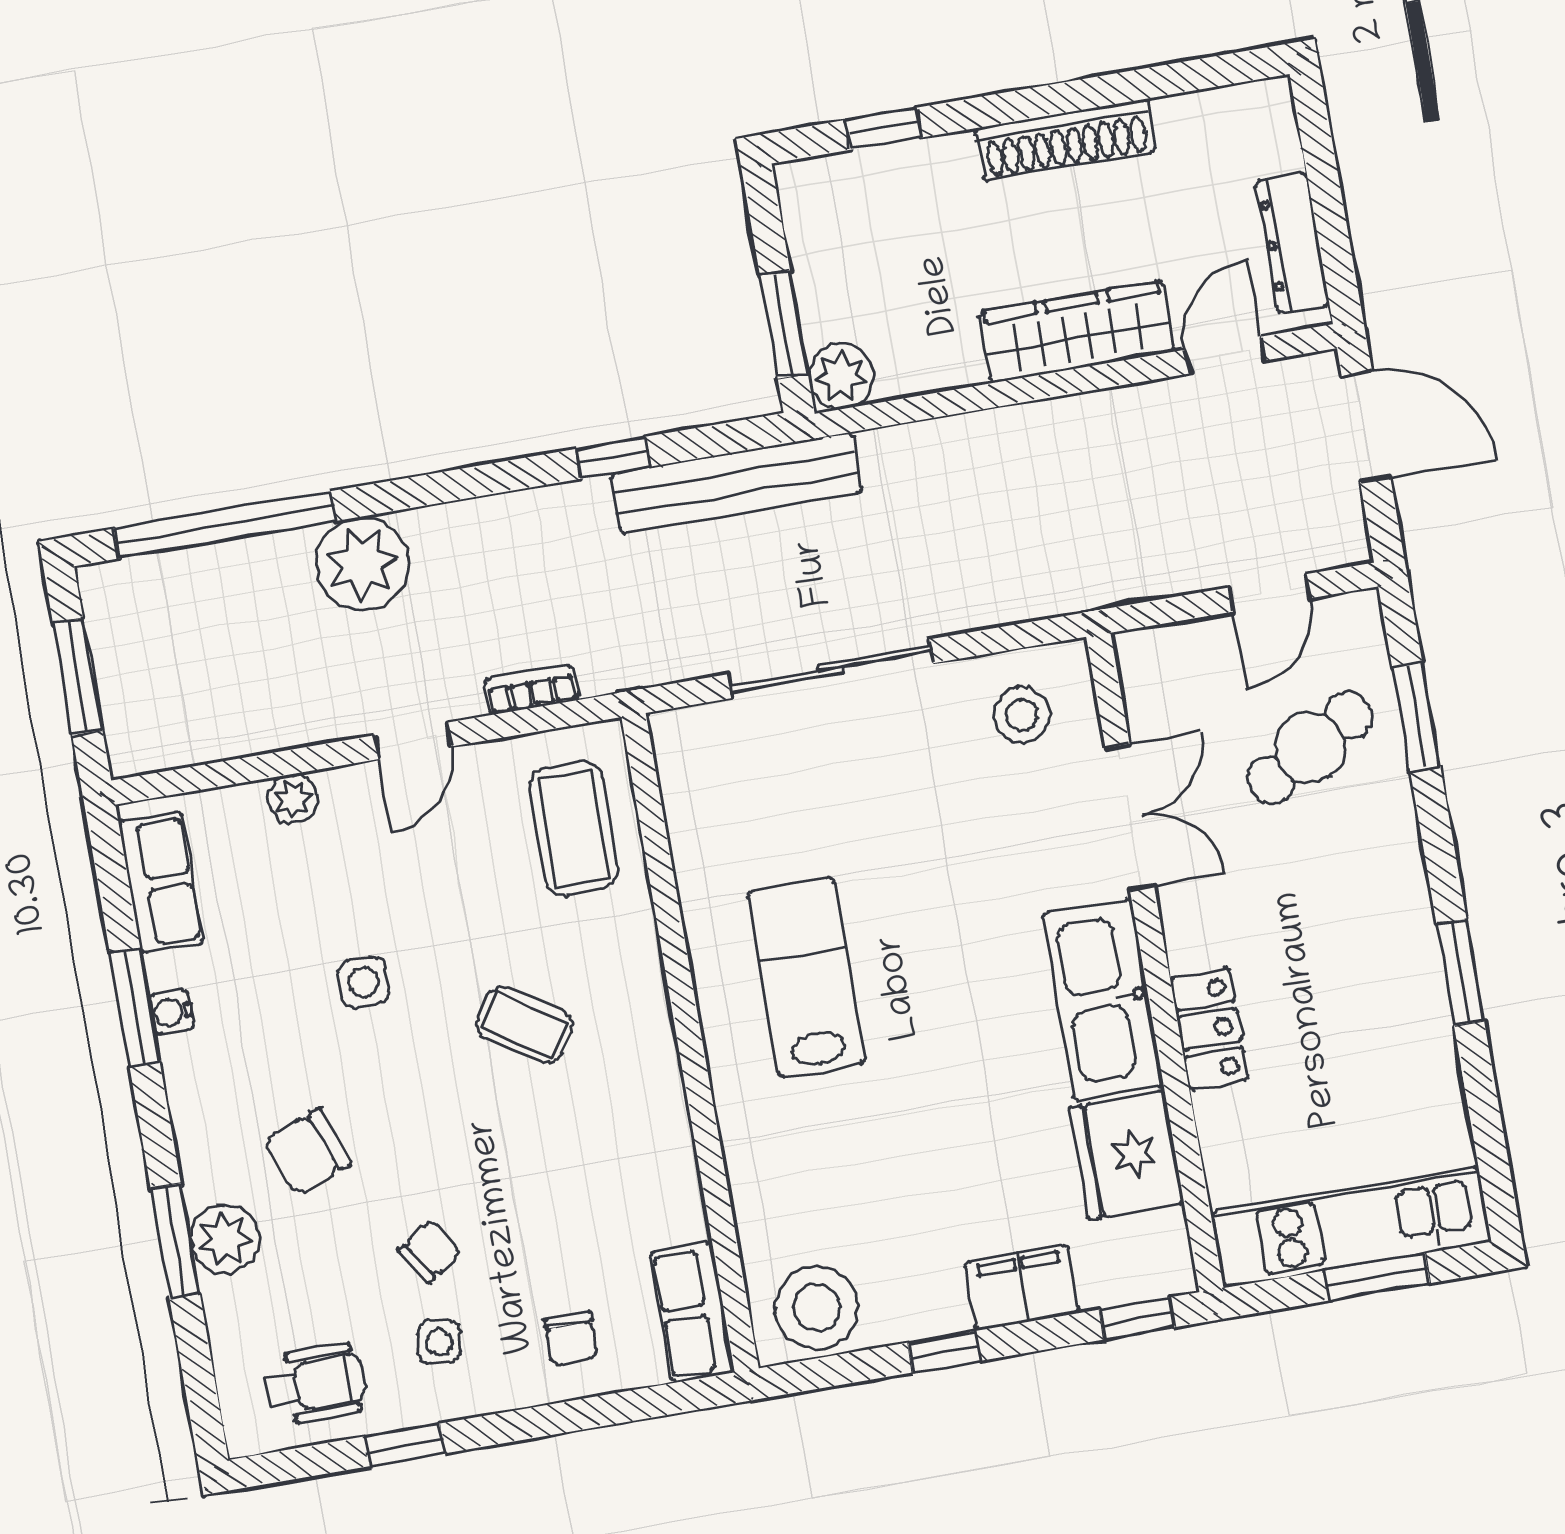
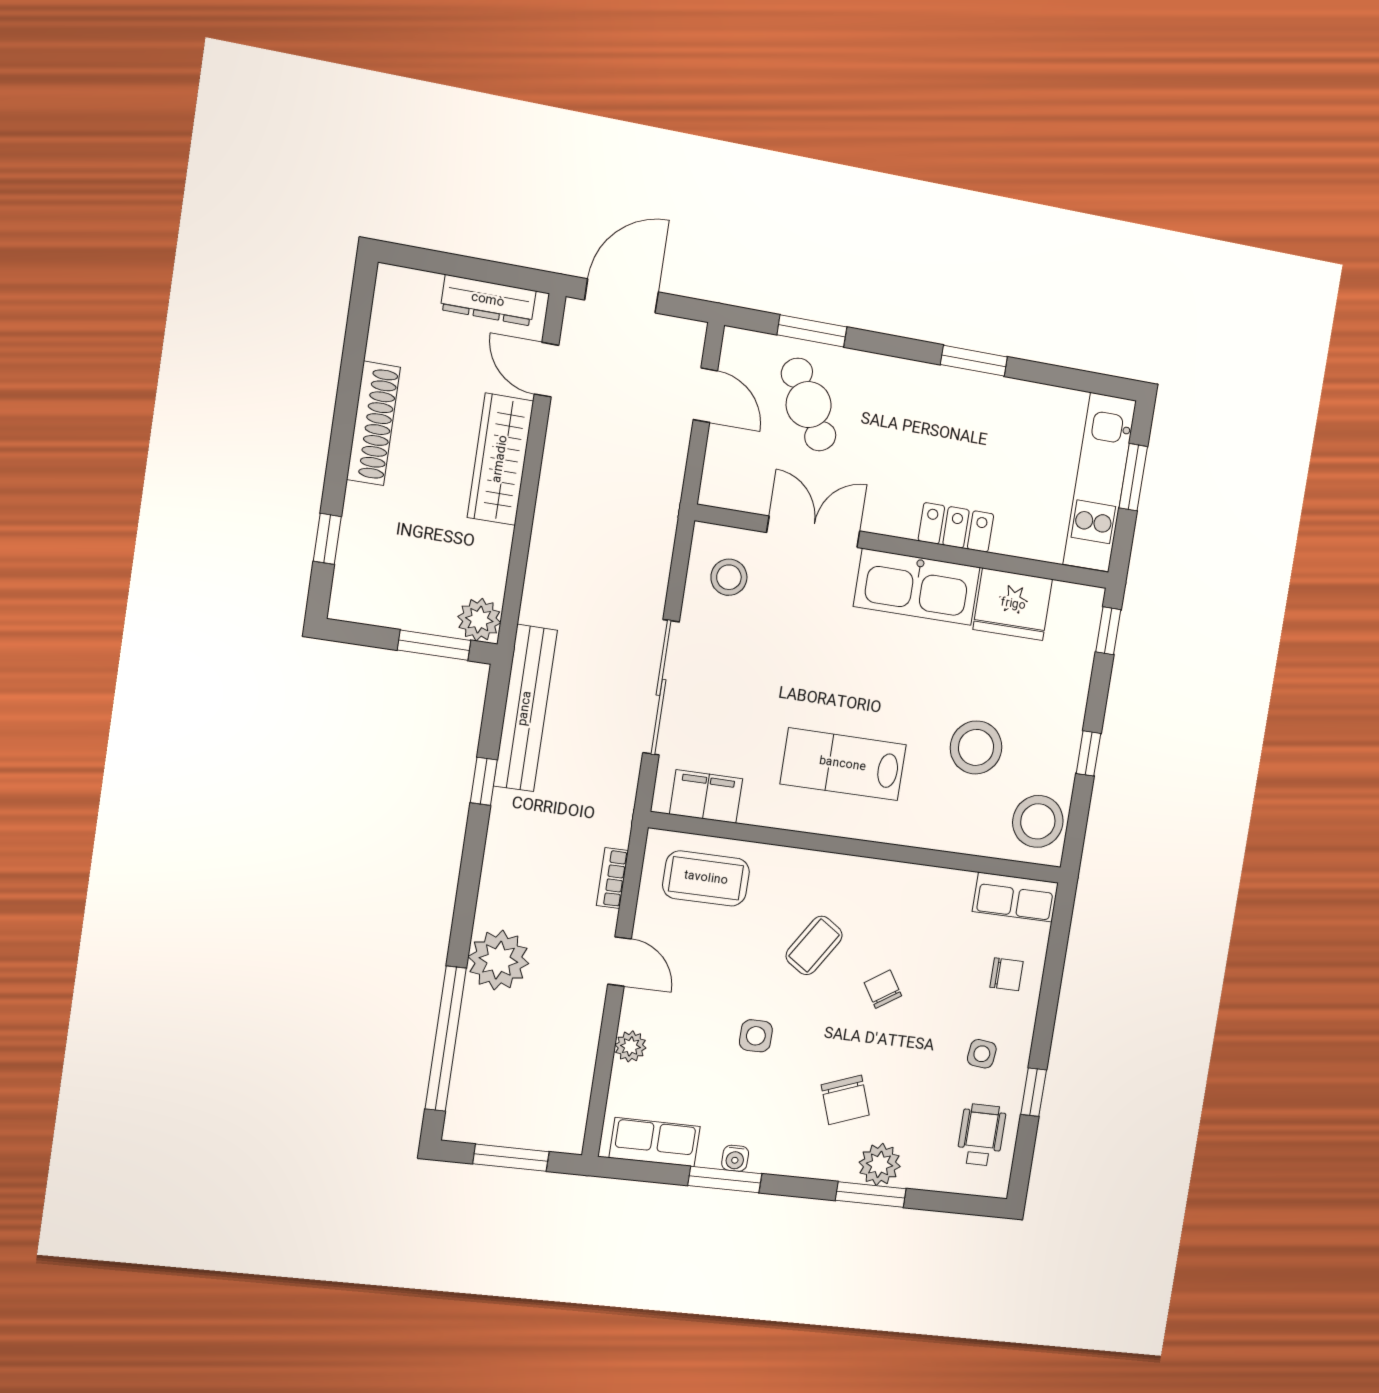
stool: (896, 1172) -> (976, 747), added
chair: (430, 1251) -> (883, 989), moved
filing cabinet: (1022, 1288) -> (706, 796), moved, turned 90

